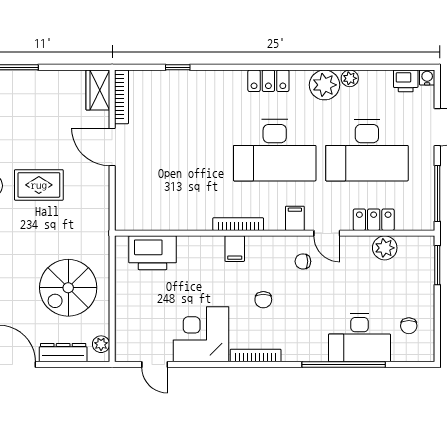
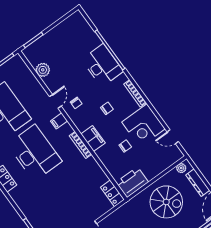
locker: (374, 220) -> (112, 193), moved
filing cabinet: (235, 249) -> (93, 138), width x2.00
printer: (153, 253) -> (132, 182), moved, turned -90
chair: (409, 326) -> (125, 146), moved
desk: (360, 338) -> (102, 65), moved
door: (155, 365) -> (173, 137), swing flipped

